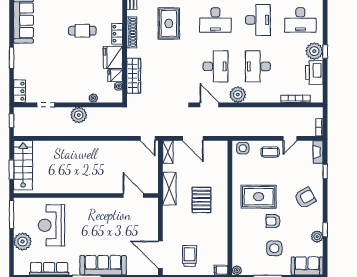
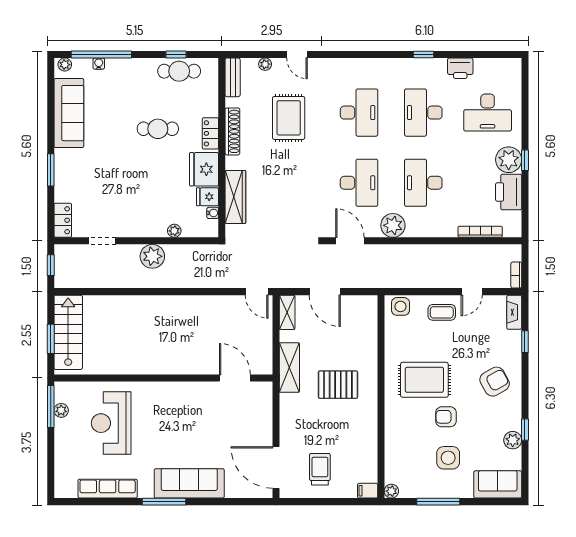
desk: (215, 20) -> (359, 113), turned -90
desk: (258, 20) -> (423, 113), turned 180
pallet: (201, 200) -> (338, 385), turned 90
plant: (23, 241) -> (61, 410), moved, width x0.53, depth x0.53

